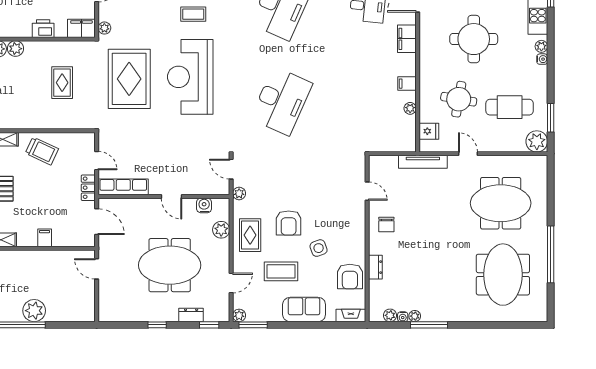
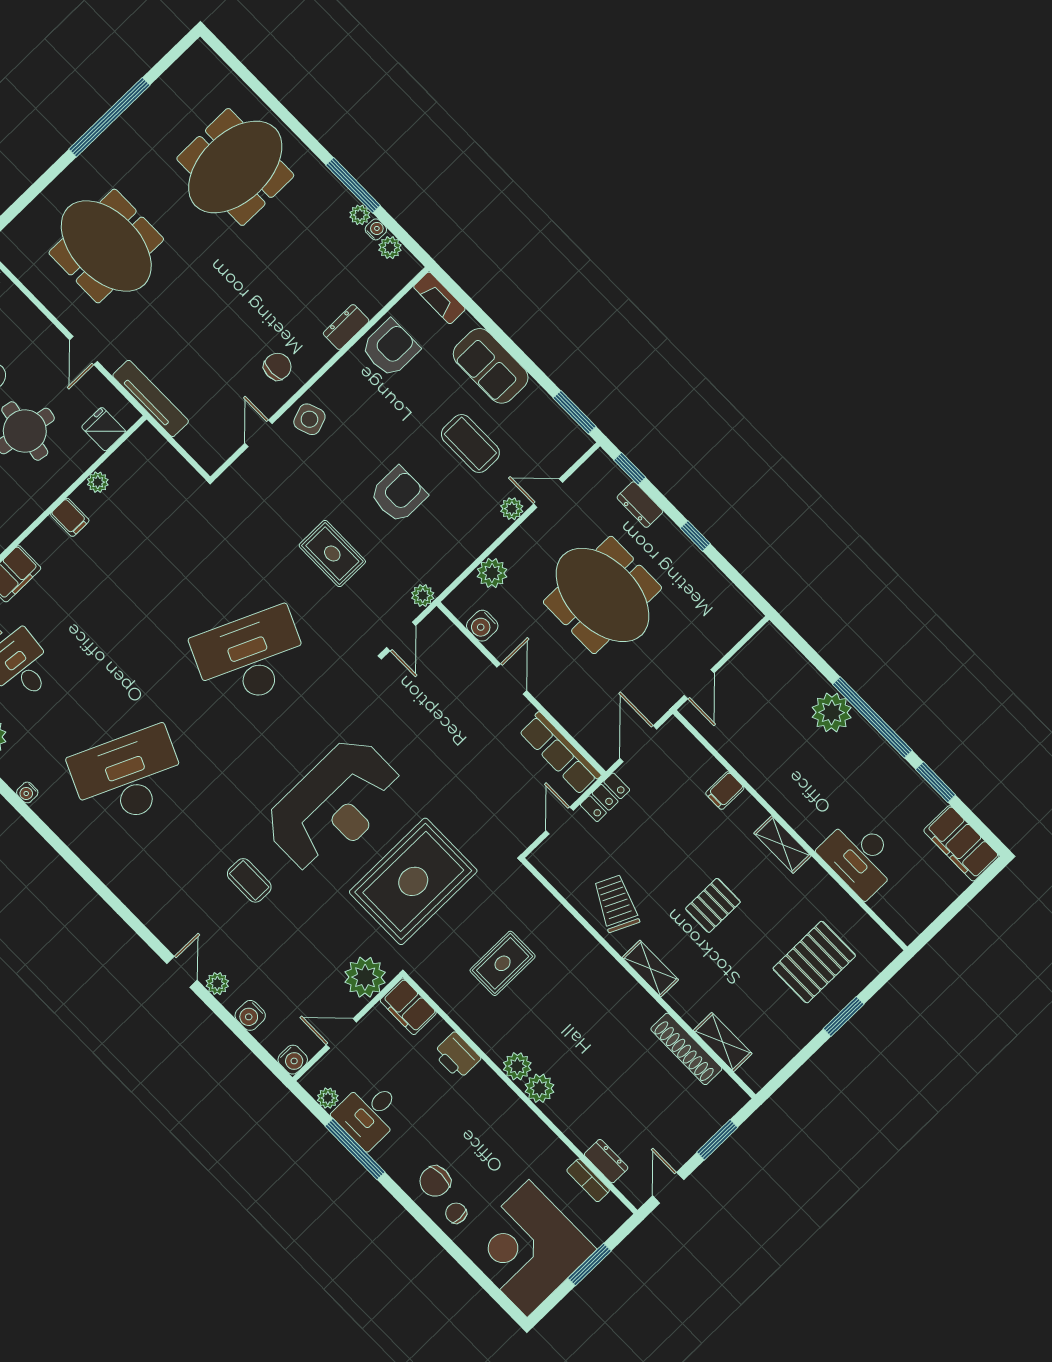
plant: (104, 28) -> (365, 977), width x1.88, depth x1.88
rug: (250, 235) -> (332, 554), moved, turned 90
side table: (319, 248) -> (309, 419), moved
meeting table: (503, 275) -> (235, 167), moved
plant: (239, 315) -> (512, 509), moved

